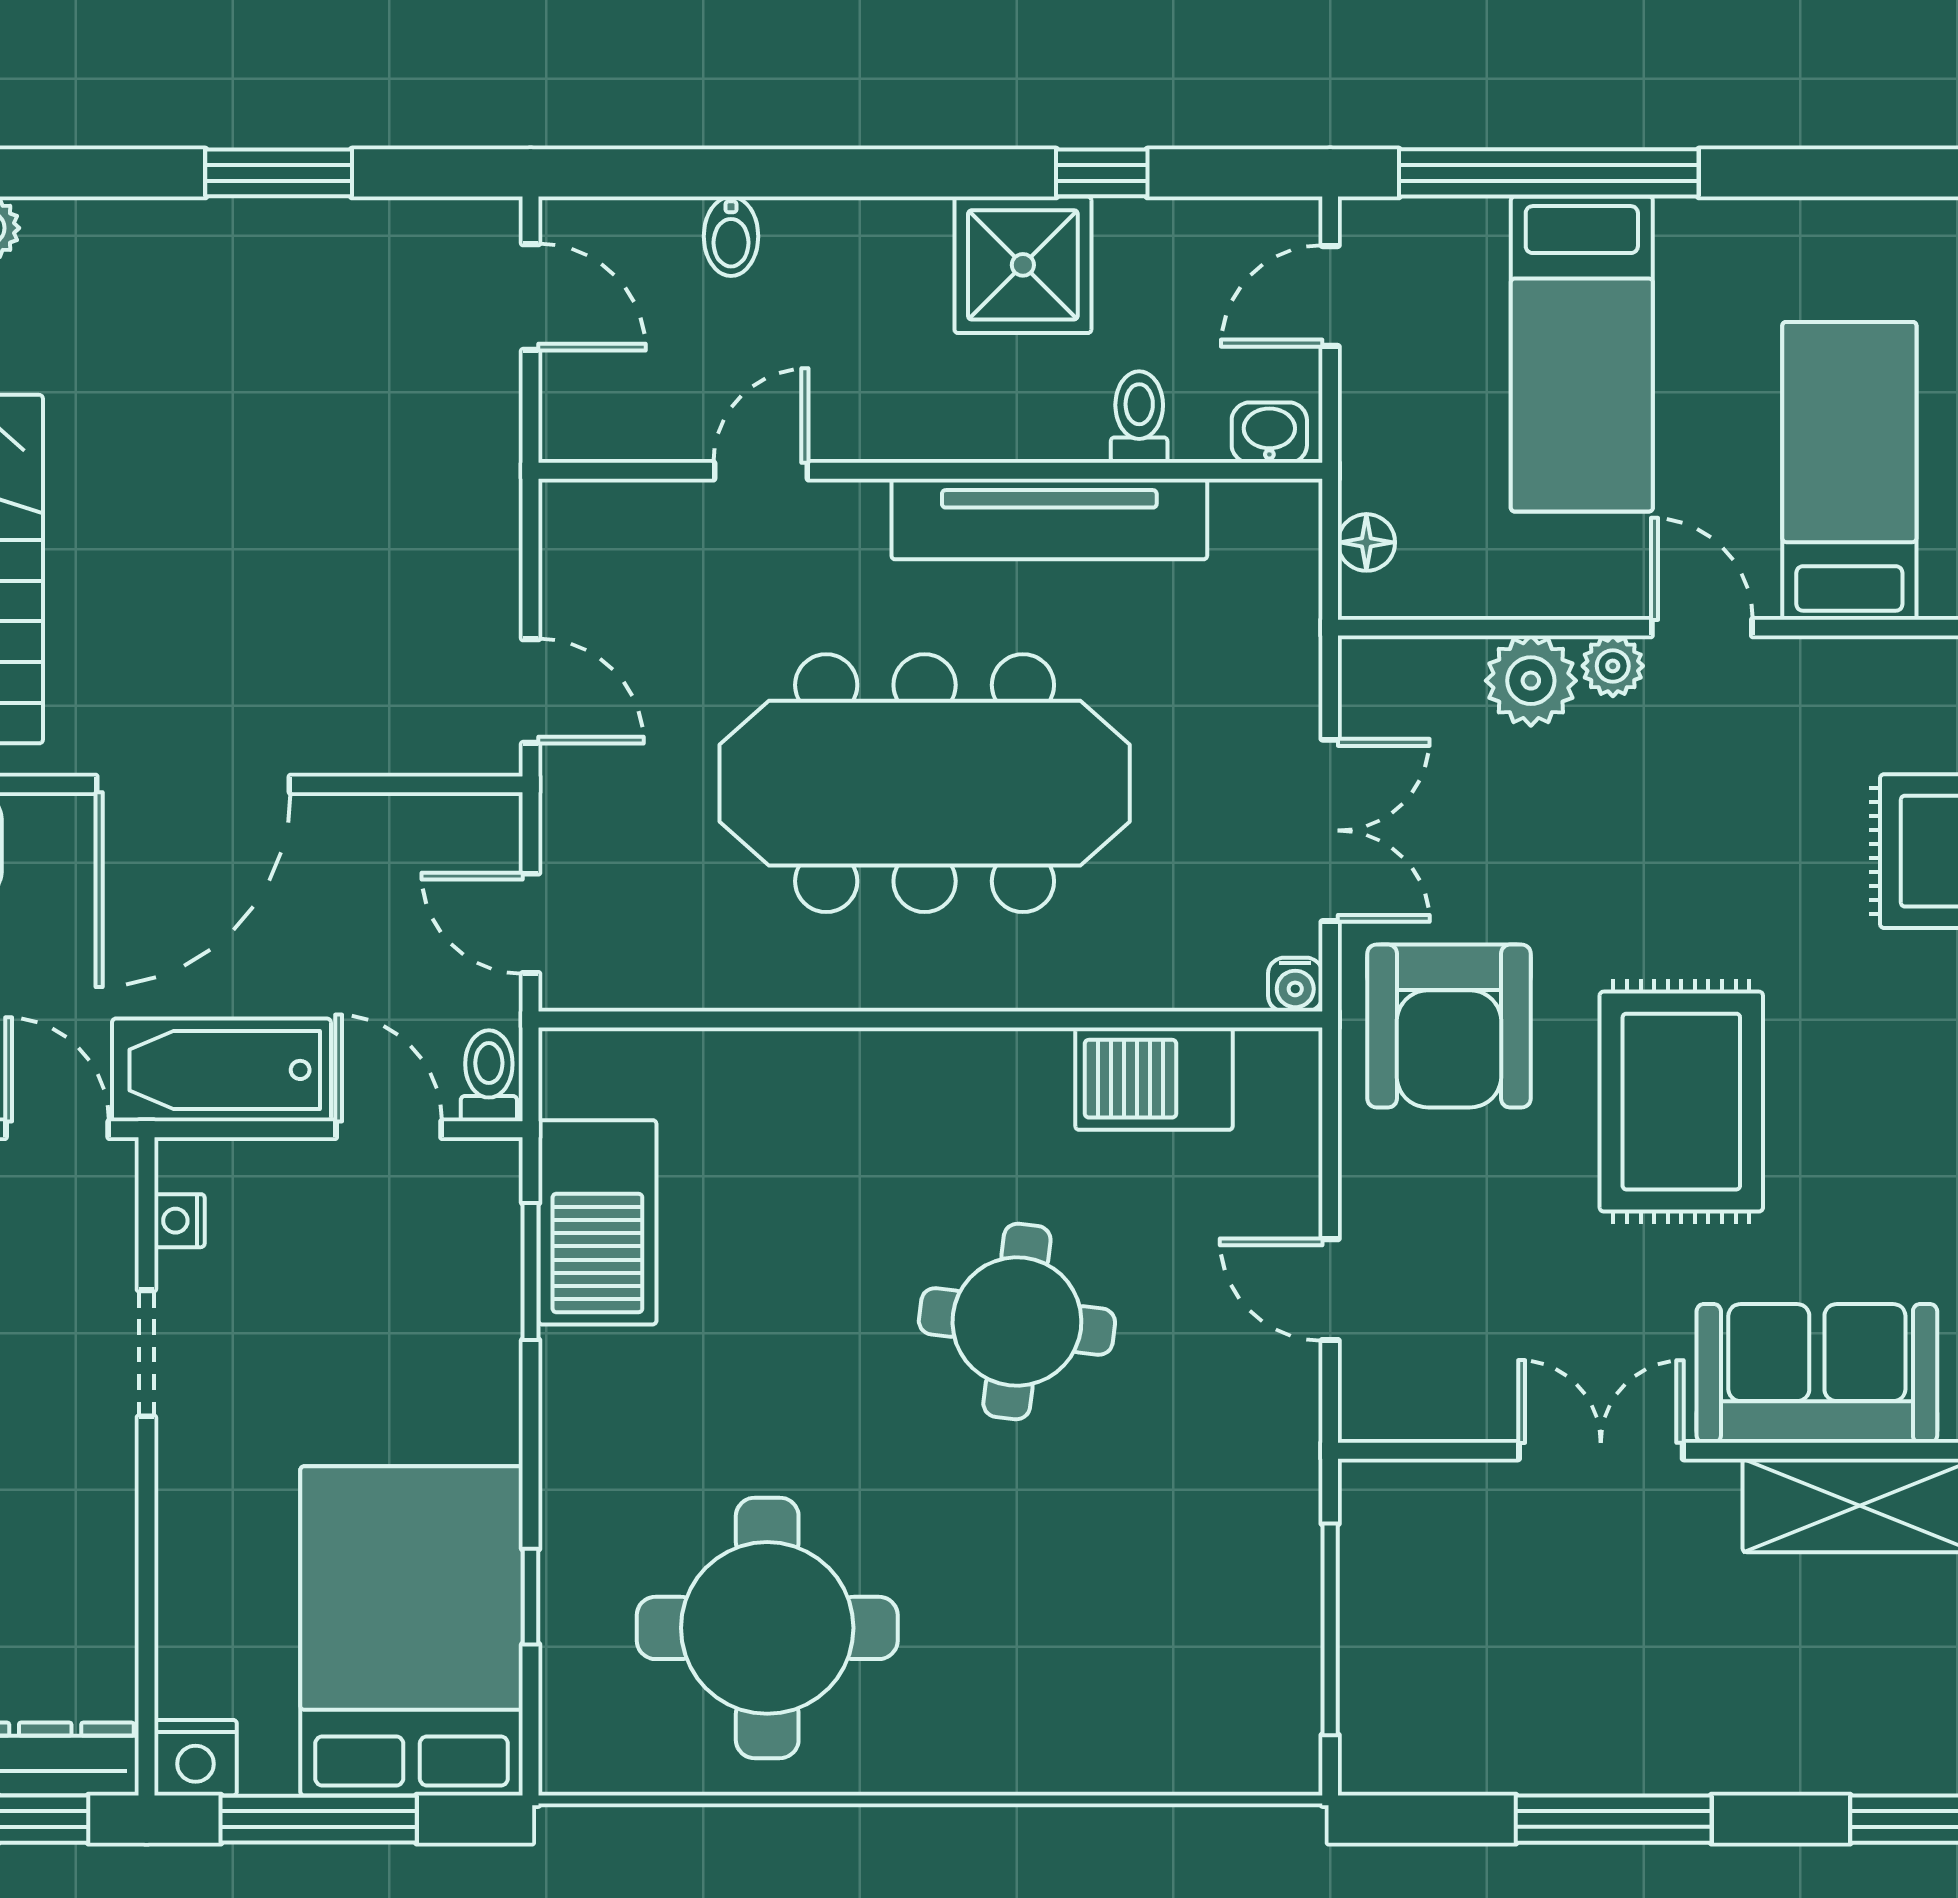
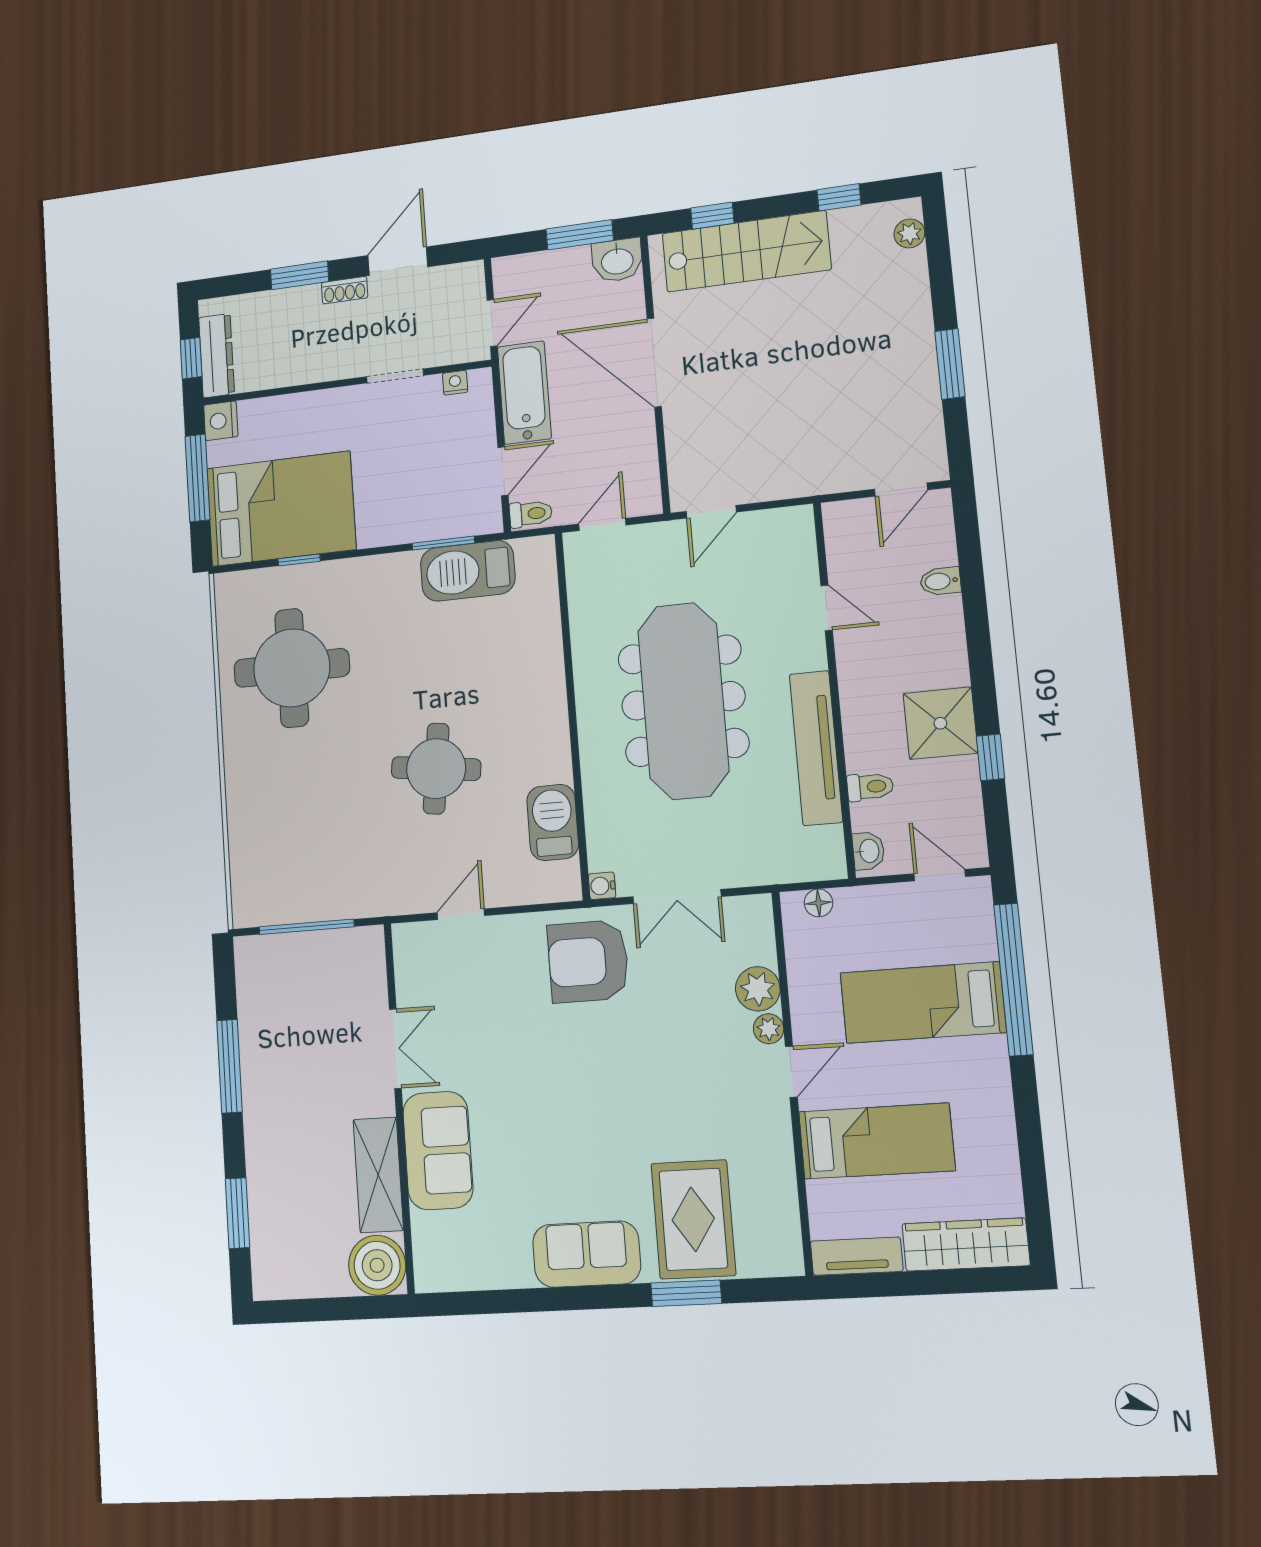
rug: (1681, 1102) -> (561, 1077), removed

